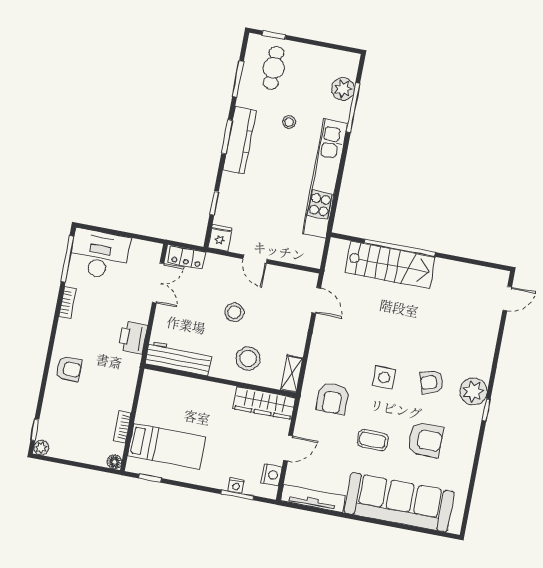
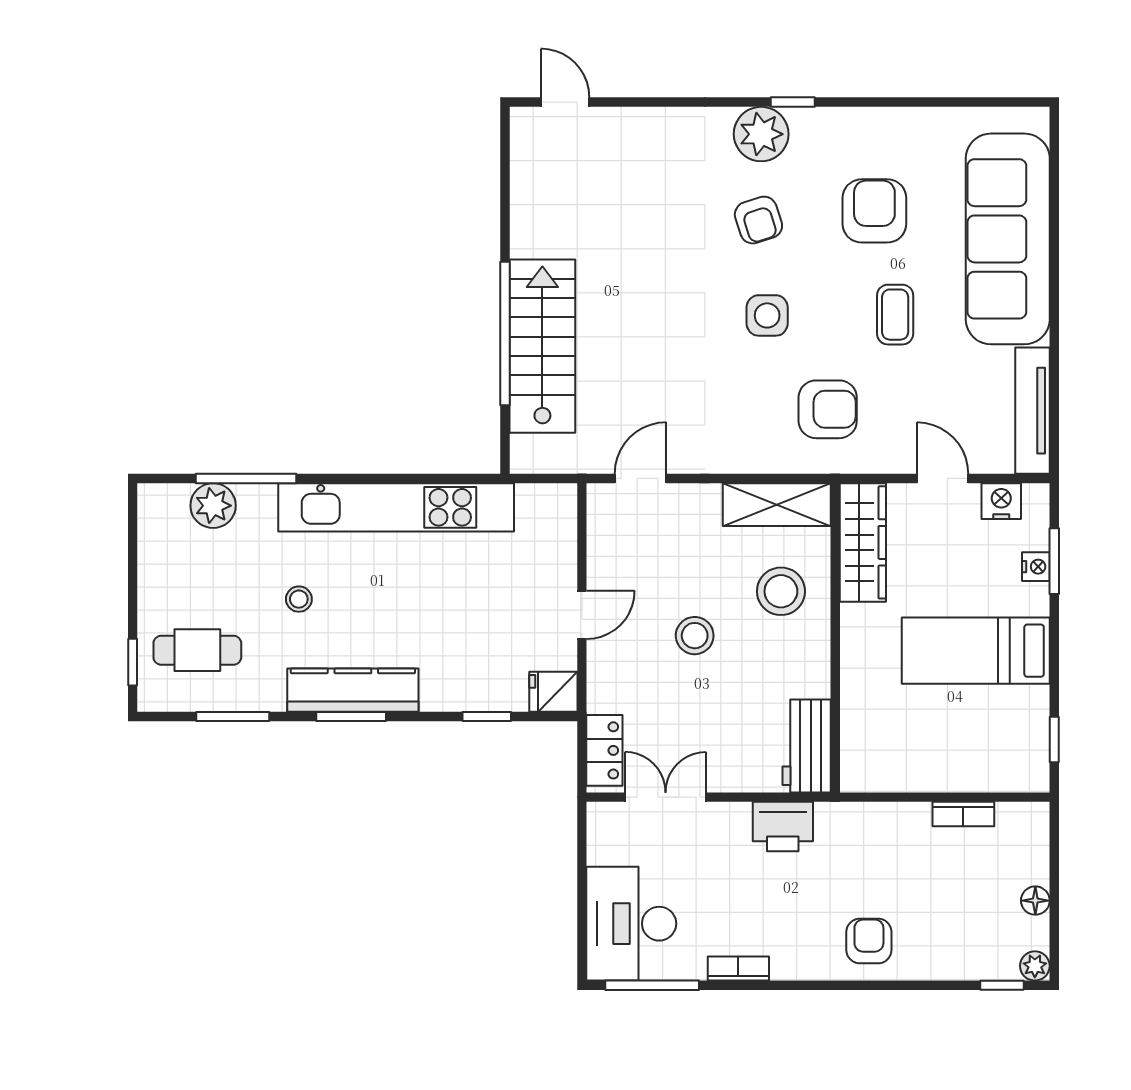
workbench: (179, 358) -> (807, 746), width x0.73
shelving: (292, 374) -> (777, 505), width x1.50, depth x1.33
bed: (167, 446) -> (976, 651), moved, turned -90
floor lamp: (114, 462) -> (1035, 901), moved

